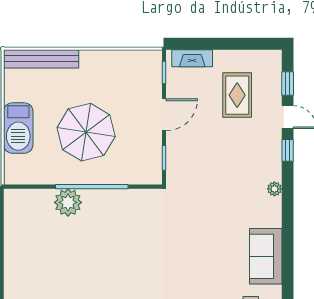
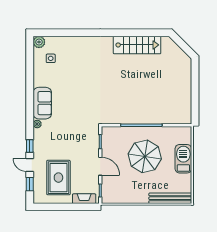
rug: (237, 95) -> (58, 178), width x1.36, depth x1.43
door: (164, 115) -> (100, 166), swing flipped
plant: (68, 202) -> (155, 116), removed
sofa: (266, 256) -> (42, 103), moved

